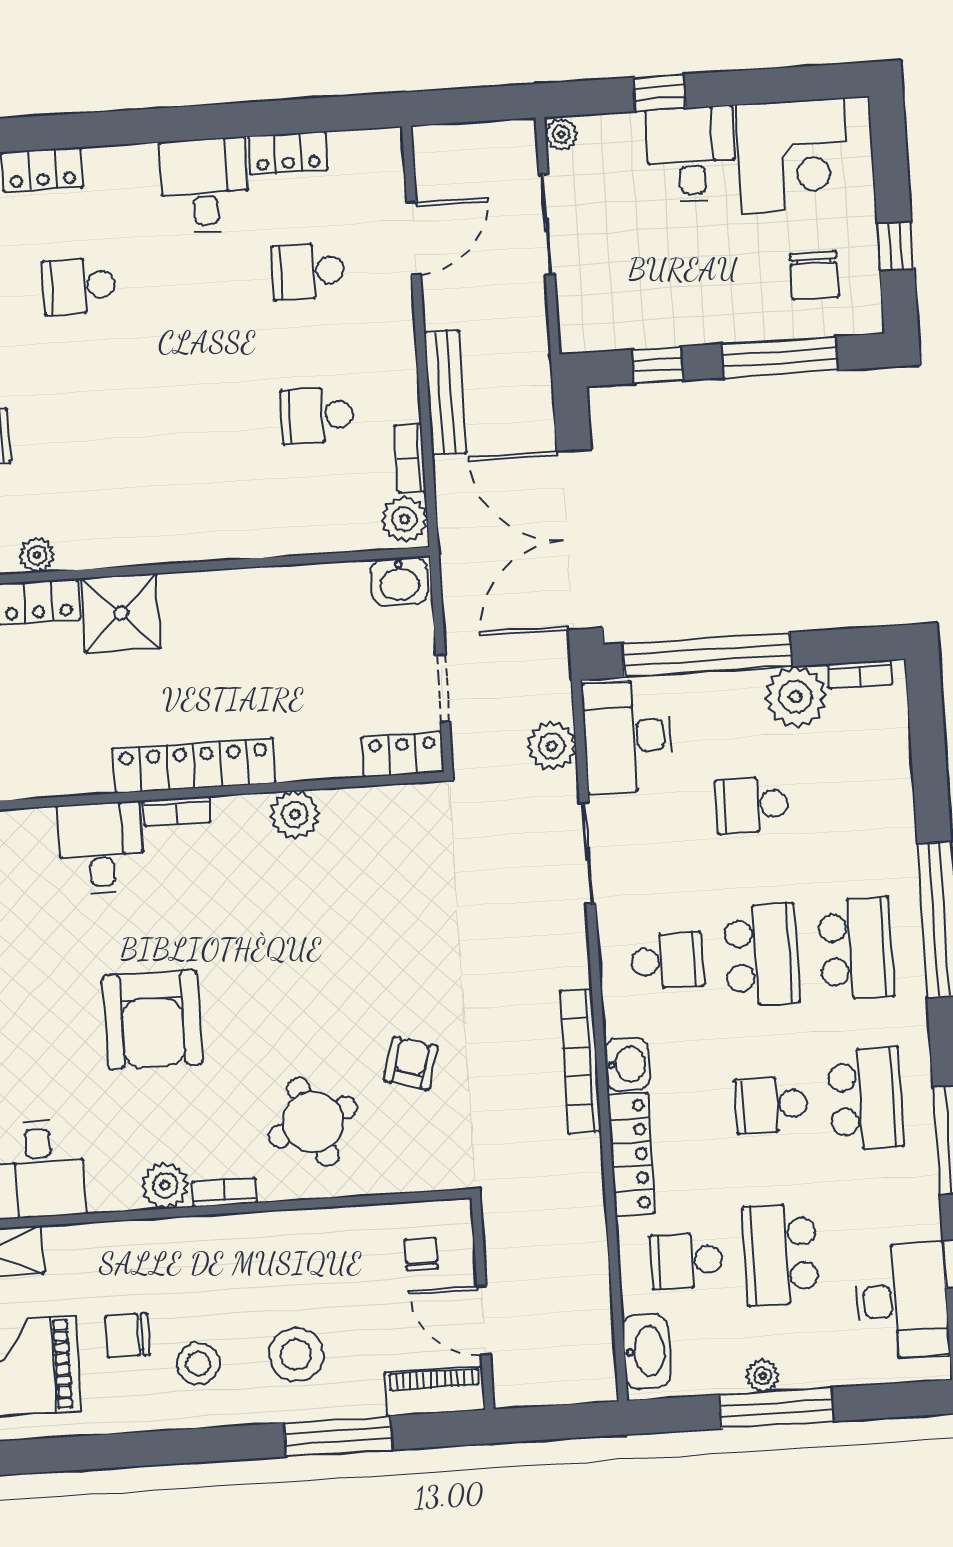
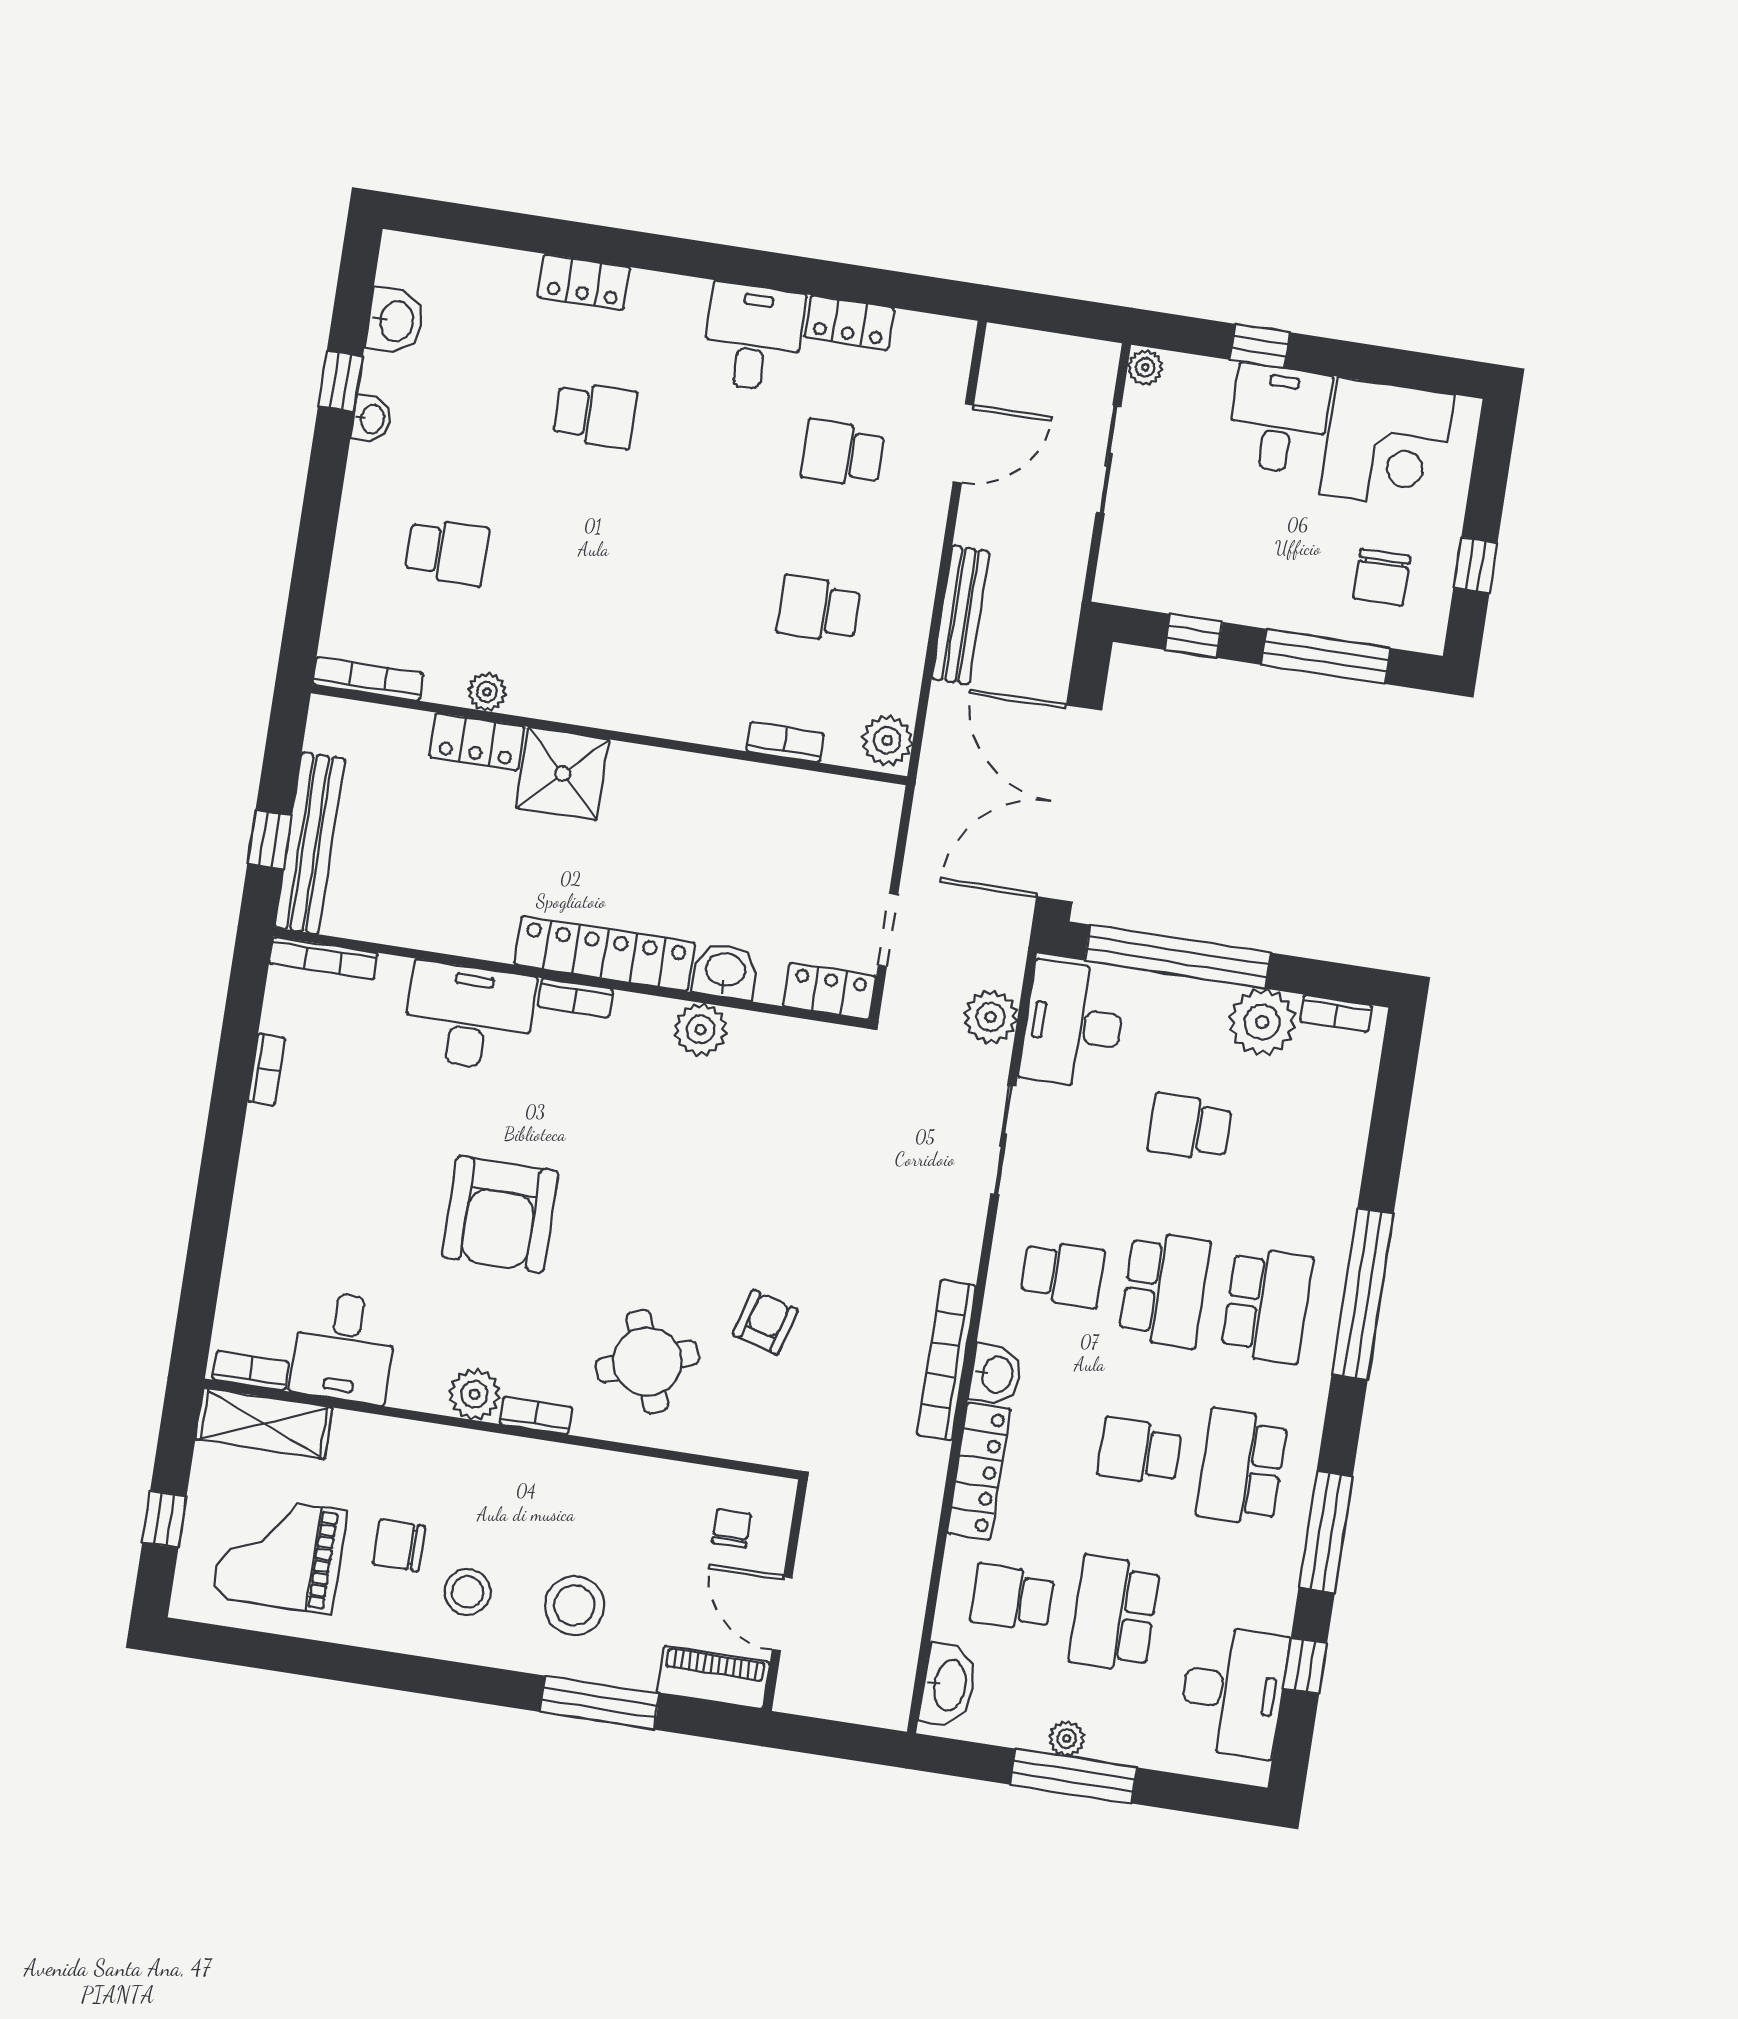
school desk: (79, 286) -> (595, 415), turned 180
bookcase: (410, 458) -> (785, 742), moved, turned 90
washbasin: (399, 581) -> (725, 971), moved, turned 180
desk: (101, 848) -> (469, 1017), width x1.37
school desk: (866, 1099) -> (1242, 1467), turned 180

